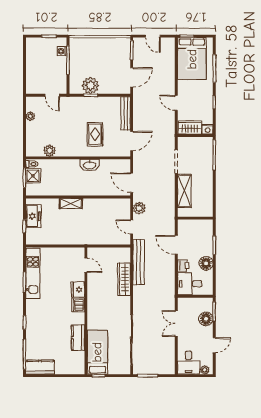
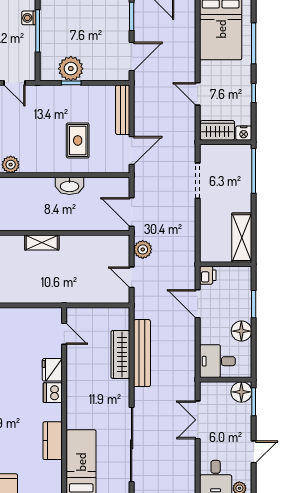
shelving: (184, 191) -> (242, 238), moved
bench: (139, 262) -> (142, 353), moved
printer: (183, 266) -> (208, 275), moved
floor lamp: (206, 319) -> (241, 392), moved

